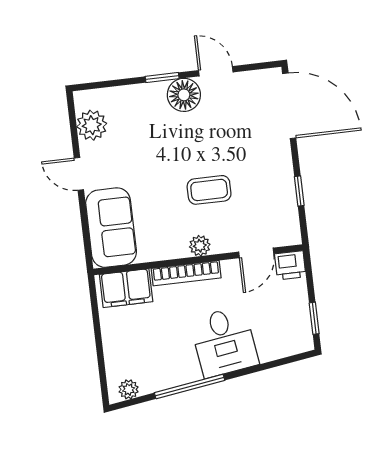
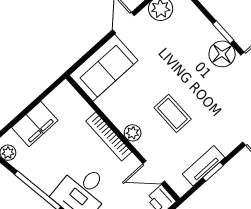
tv unit: (286, 196) -> (204, 166), added
filing cabinet: (126, 288) -> (35, 124), moved, turned -90

